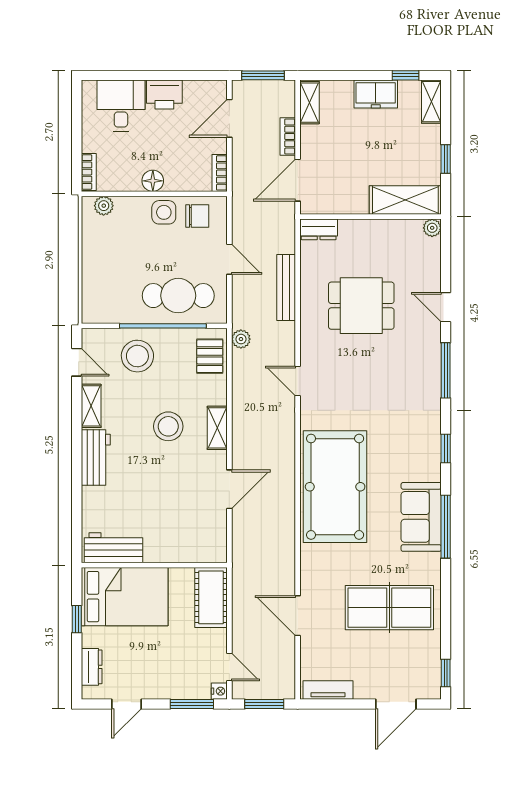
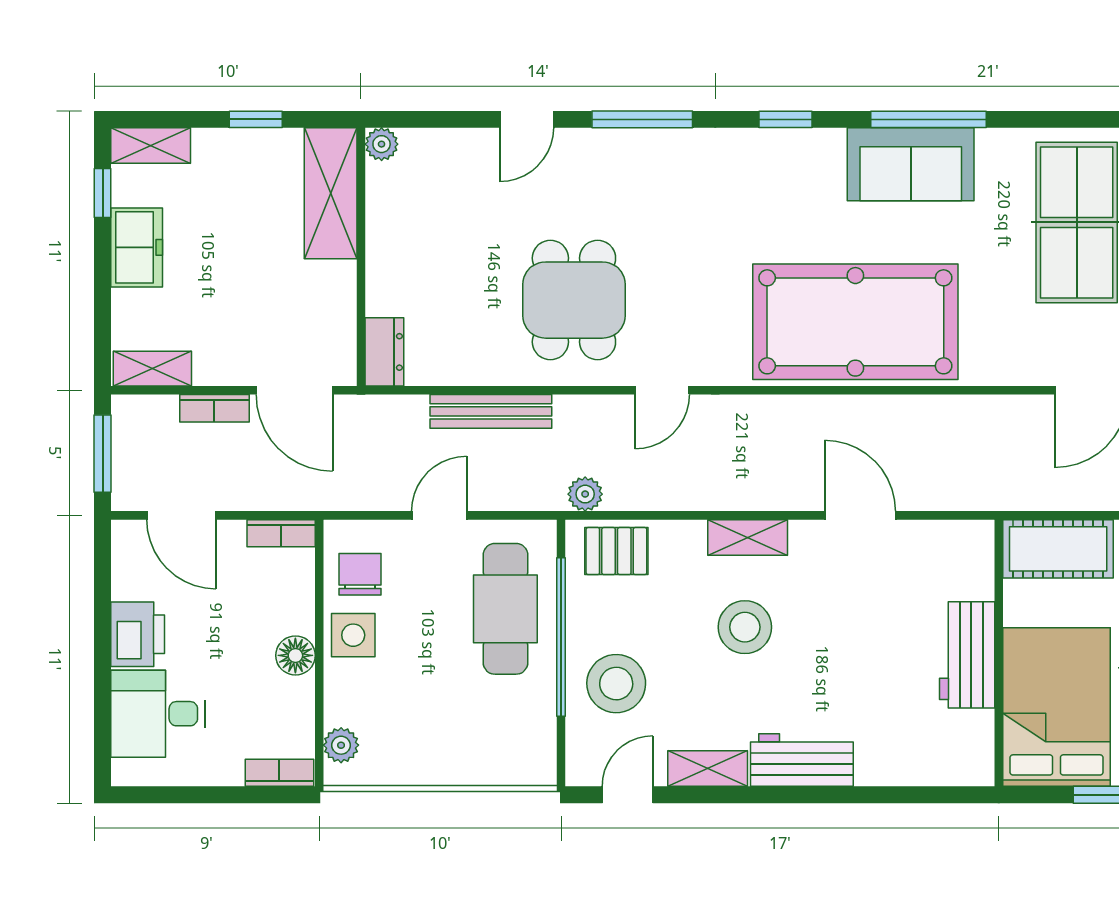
dining table: (361, 306) -> (574, 300), moved
workbench: (114, 548) -> (967, 655), moved

